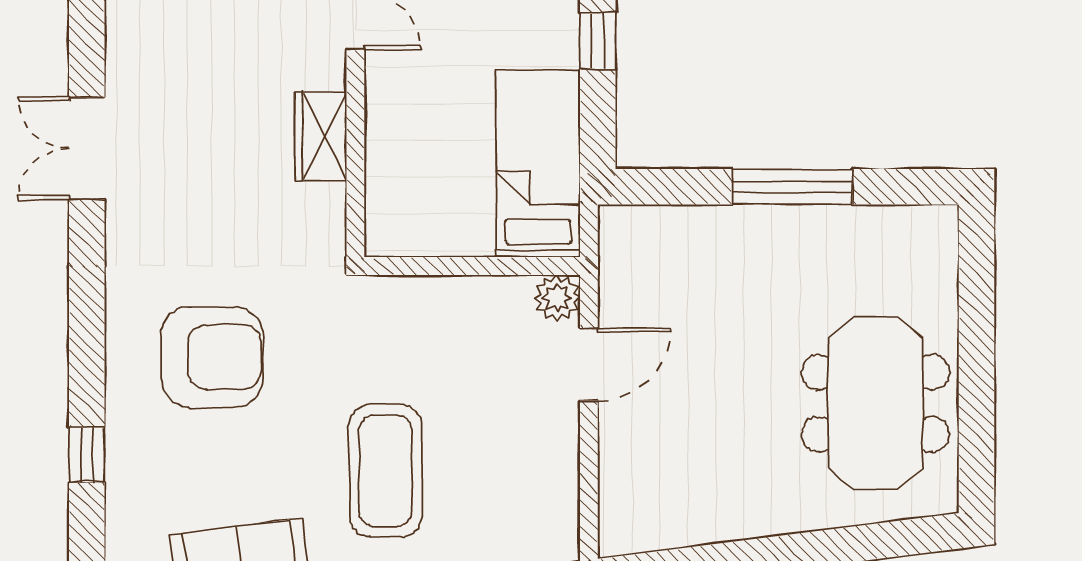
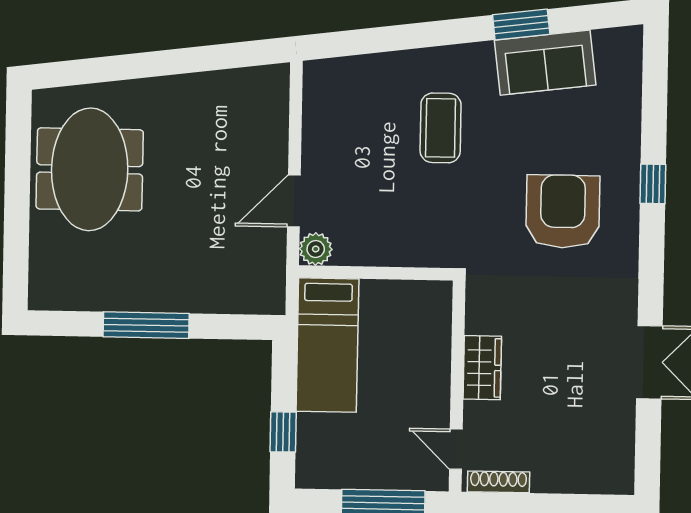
armchair: (212, 357) -> (563, 211), turned 90
window: (87, 455) -> (653, 184), moved
coffee table: (385, 471) -> (441, 128), width x0.73, depth x0.76

